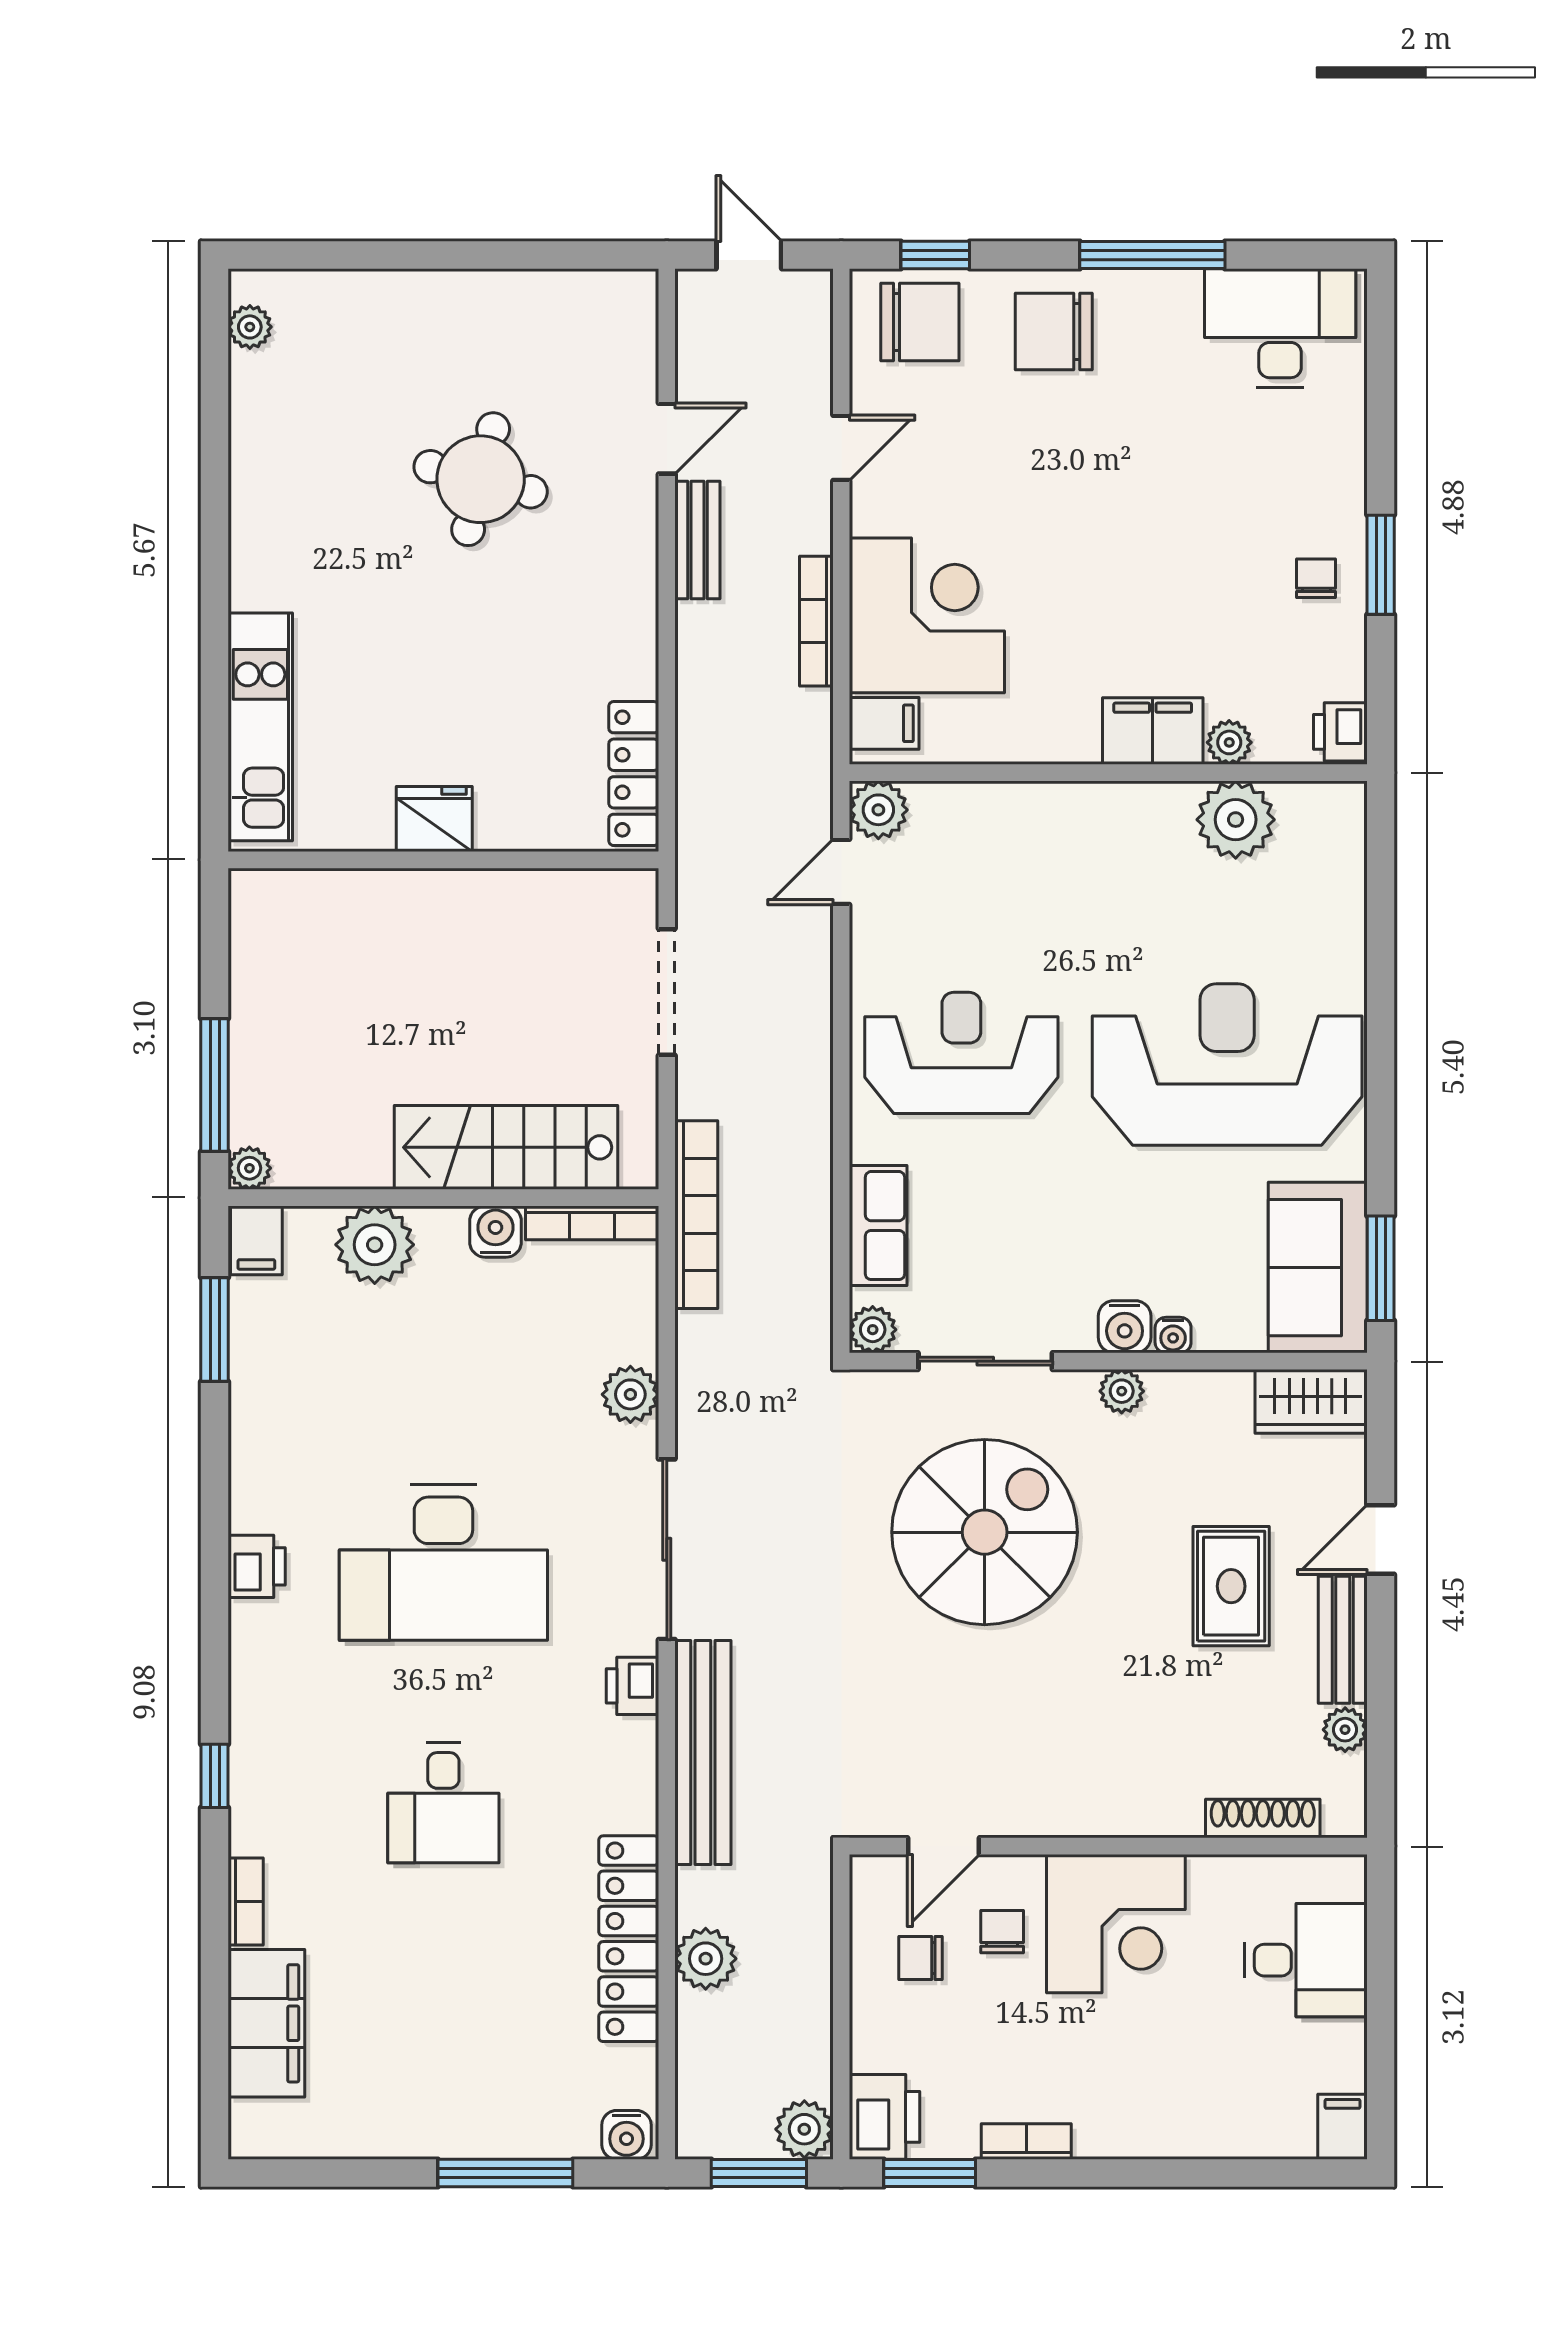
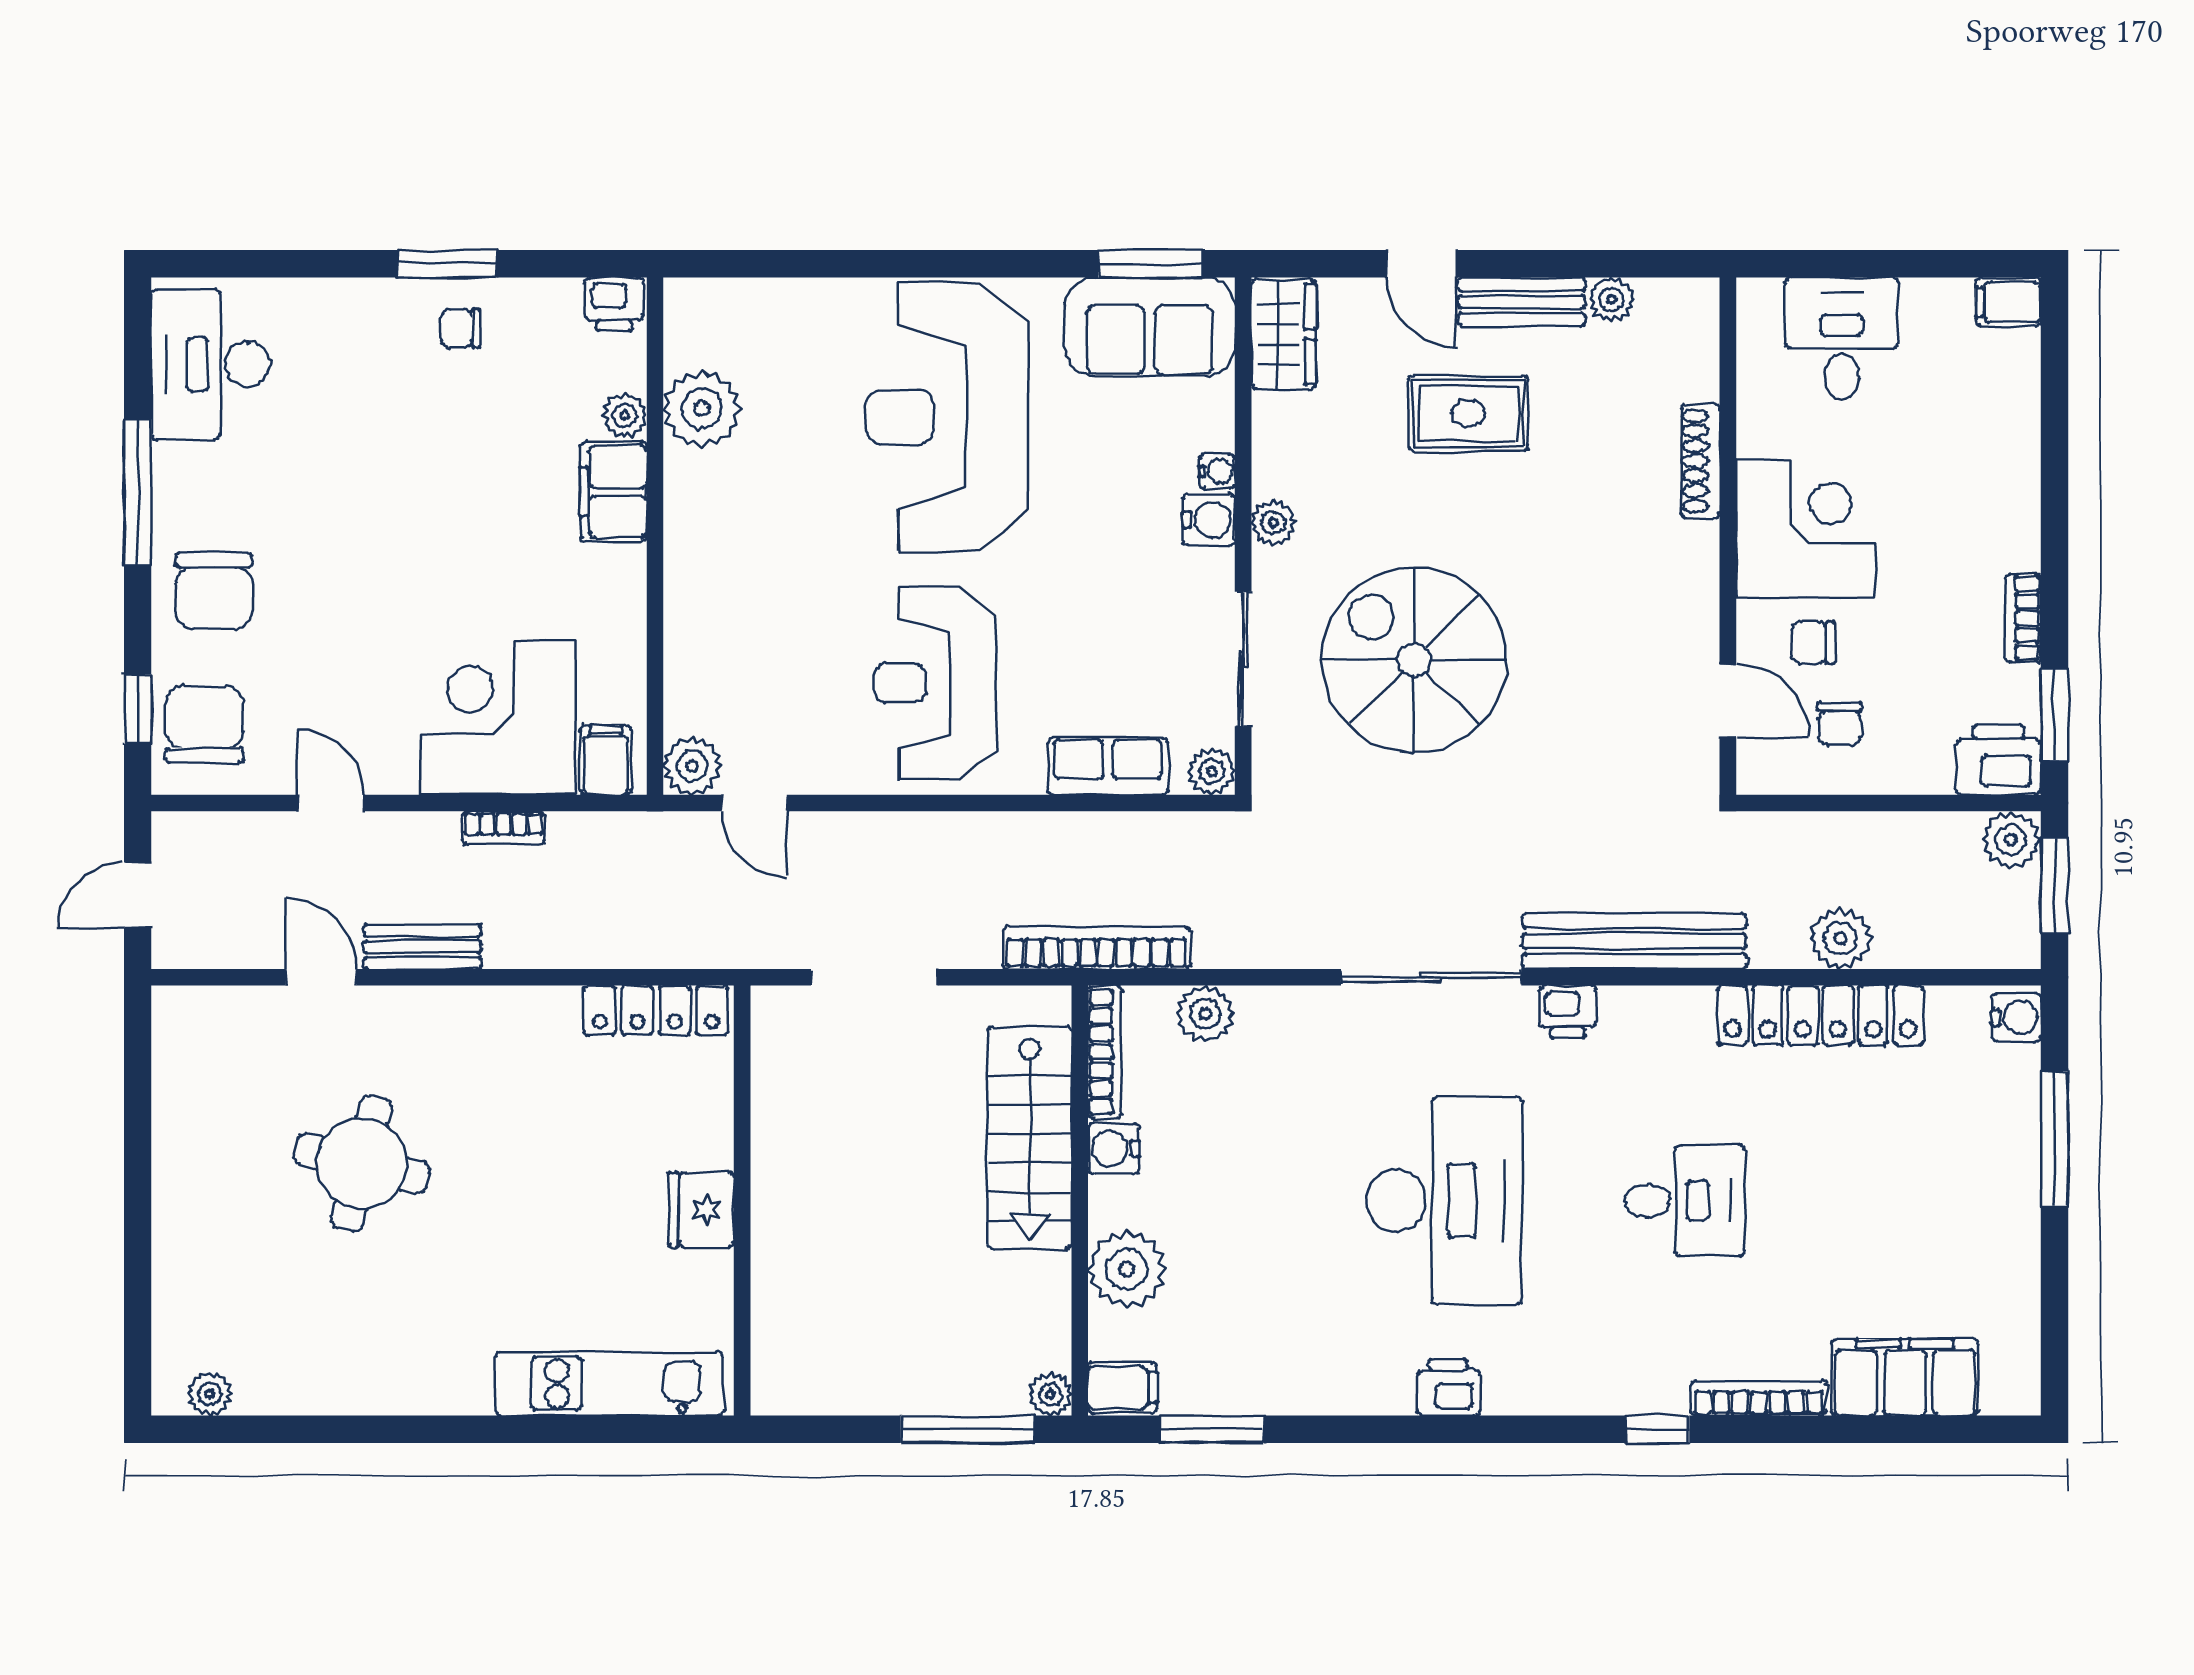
bookcase: (816, 621) -> (504, 828), width x0.64
plant: (630, 1394) -> (1205, 1014), moved
shoe rack: (1263, 1818) -> (1700, 461), moved
bookcase: (246, 1902) -> (1759, 1398), width x1.56

